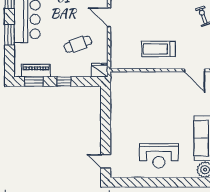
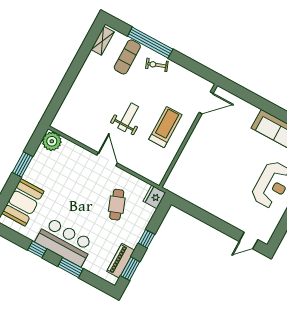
weight bench: (150, 16) -> (128, 117), added
door: (109, 17) -> (107, 159), swing flipped
treadmill: (159, 49) -> (165, 127), turned 180

